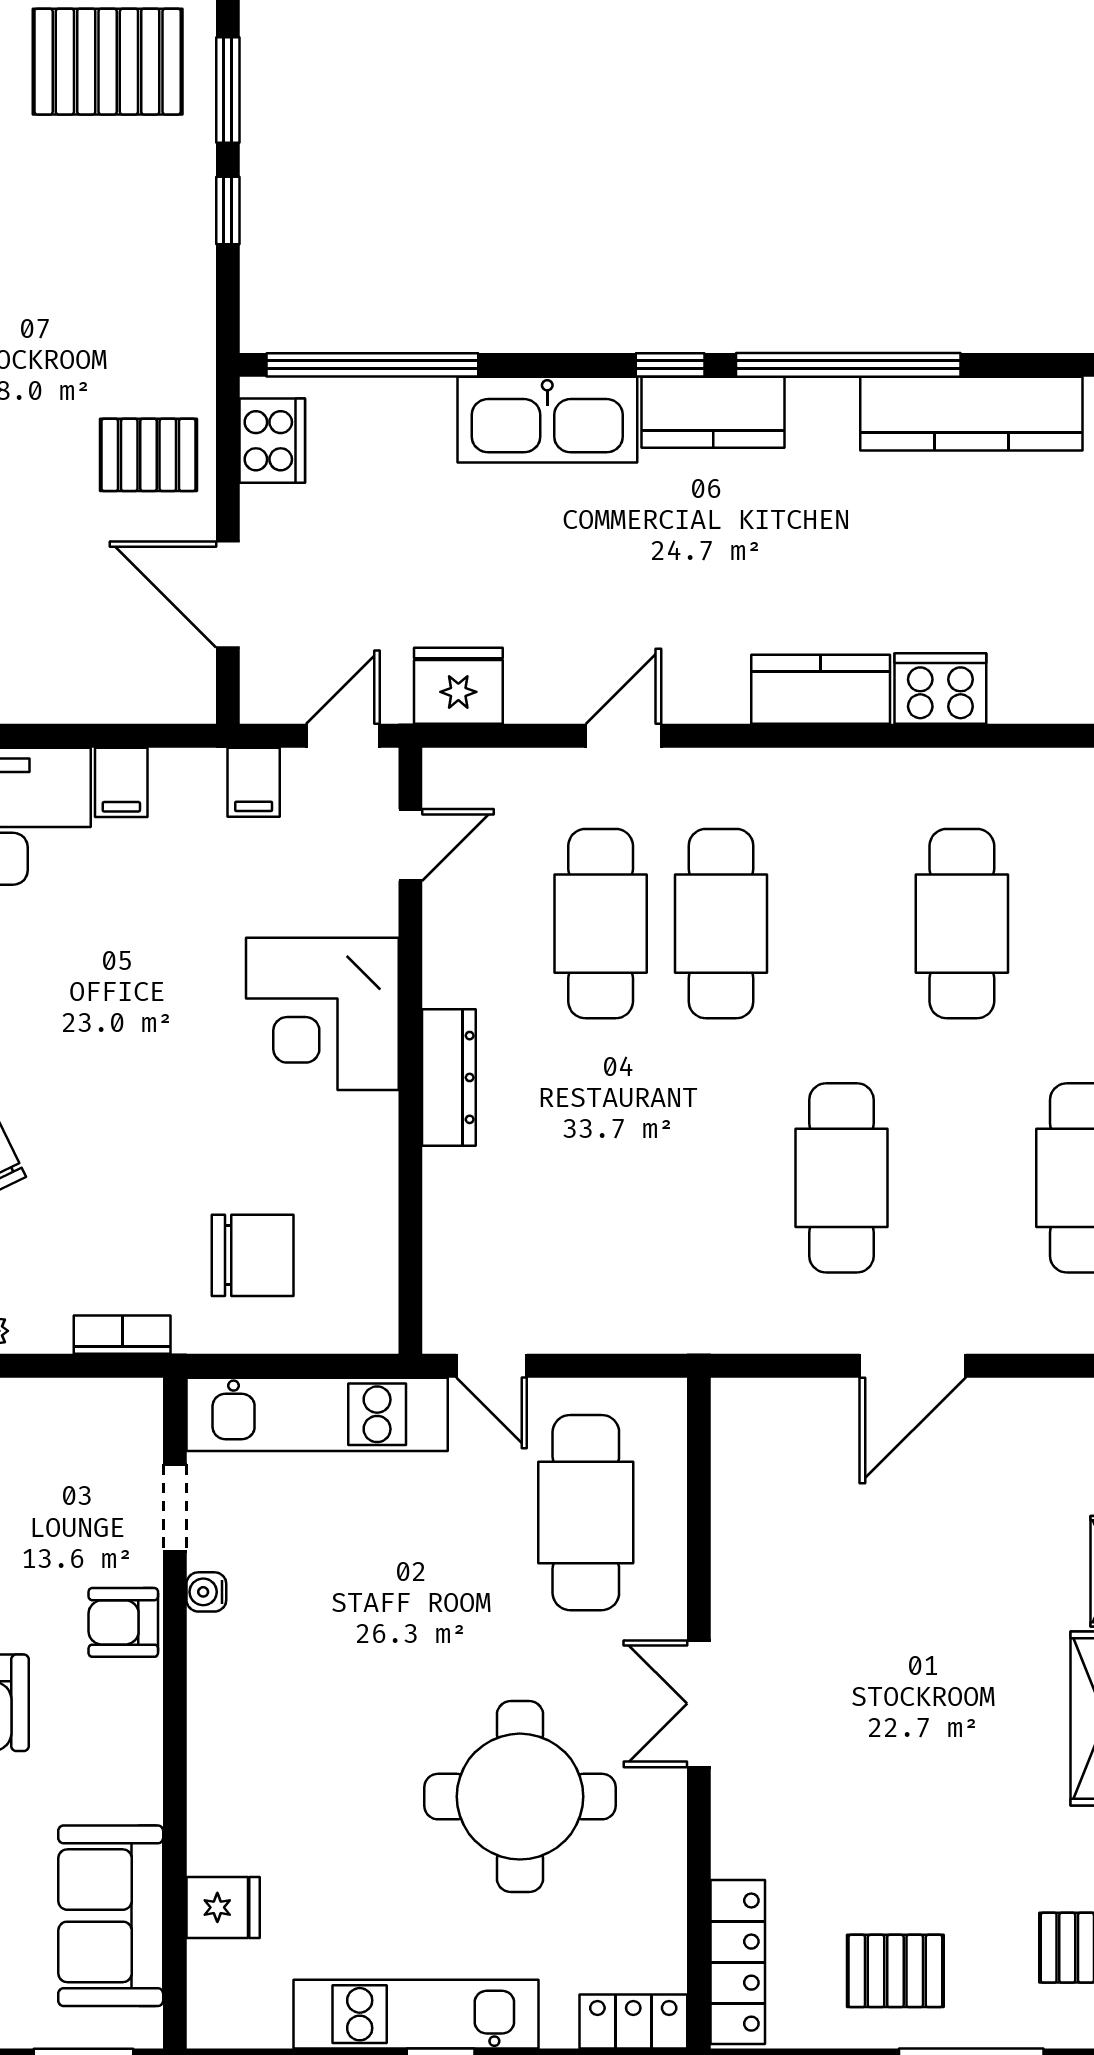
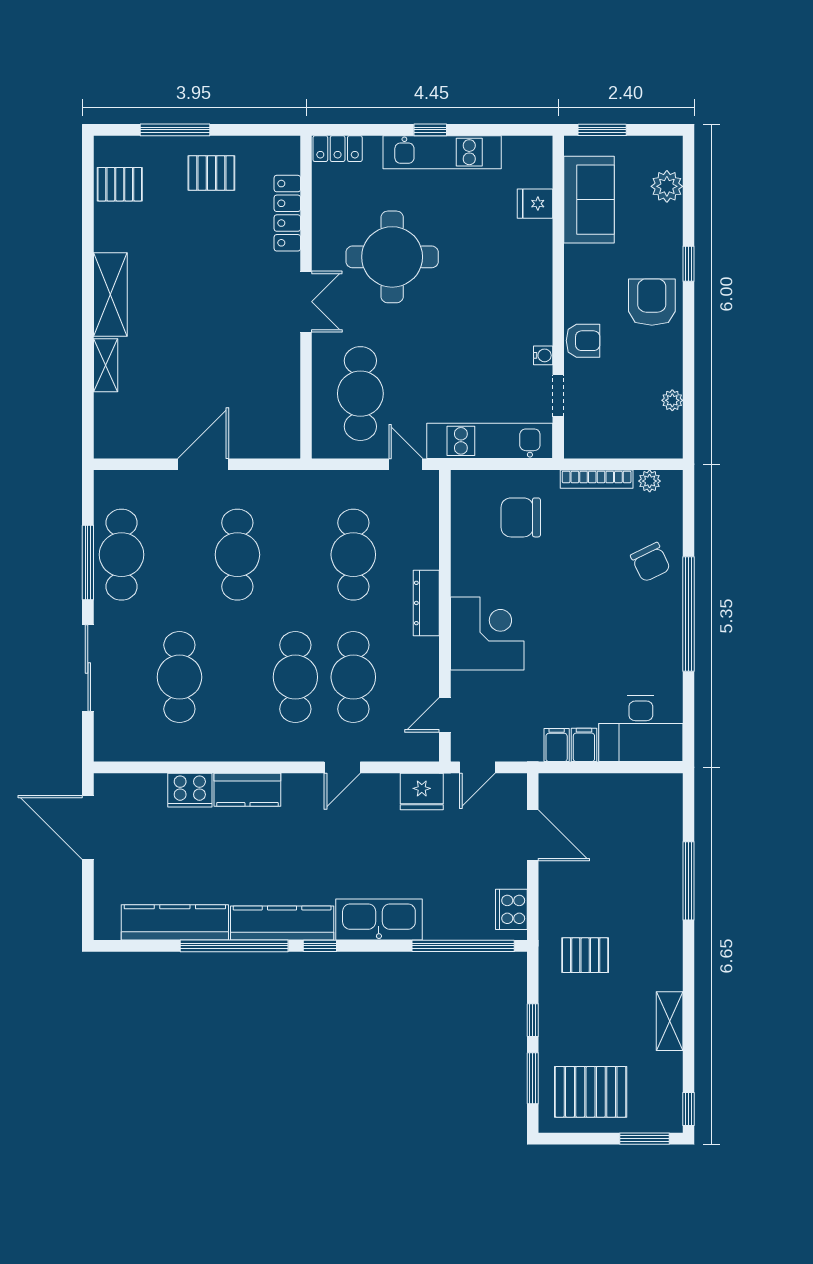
kitchen counter: (713, 412) -> (282, 923), width x1.50
pallet: (149, 455) -> (585, 955), moved
filing cabinet: (254, 782) -> (557, 745), moved
cafe table: (601, 1178) -> (353, 555), added
bookcase: (122, 1335) -> (597, 479), width x1.56
locker: (738, 1962) -> (287, 213), moved

